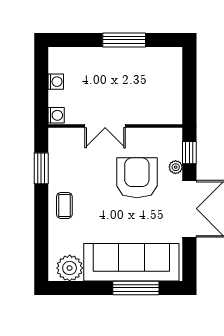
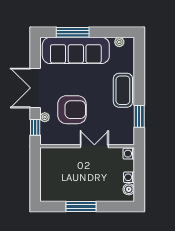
boiler: (56, 65) -> (129, 189), added
armchair: (137, 178) -> (72, 110), turned -90
coffee table: (64, 205) -> (123, 90), width x1.86, depth x1.72
plant: (70, 268) -> (119, 42), width x0.53, depth x0.53

